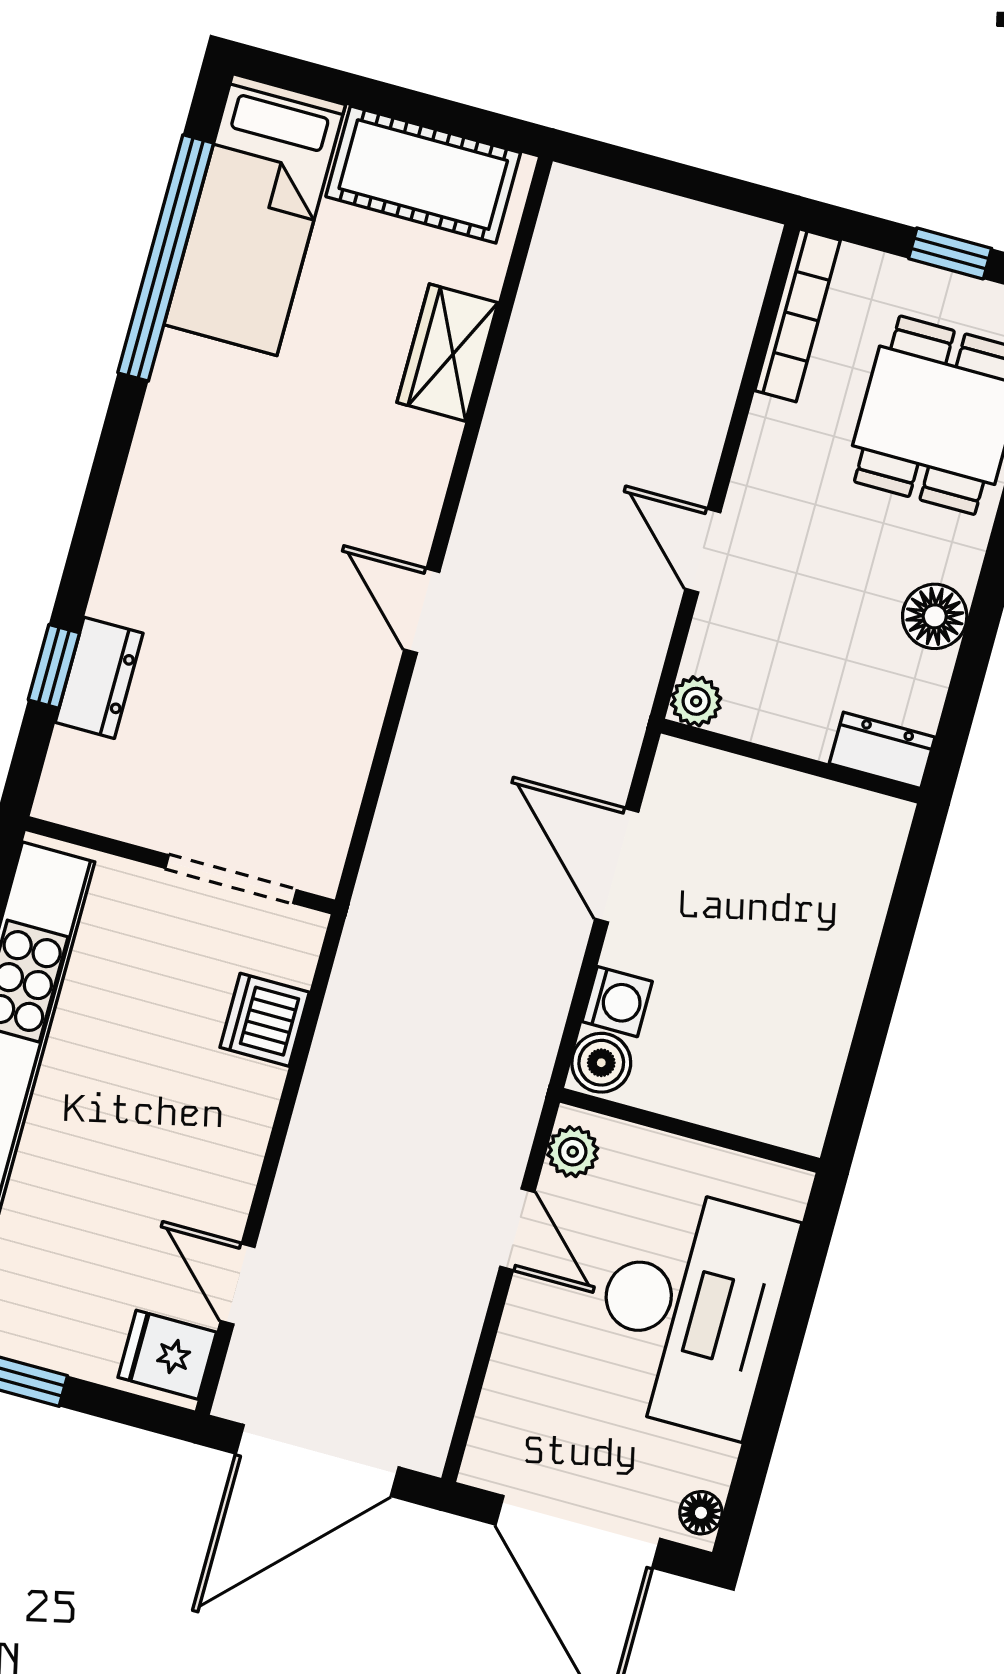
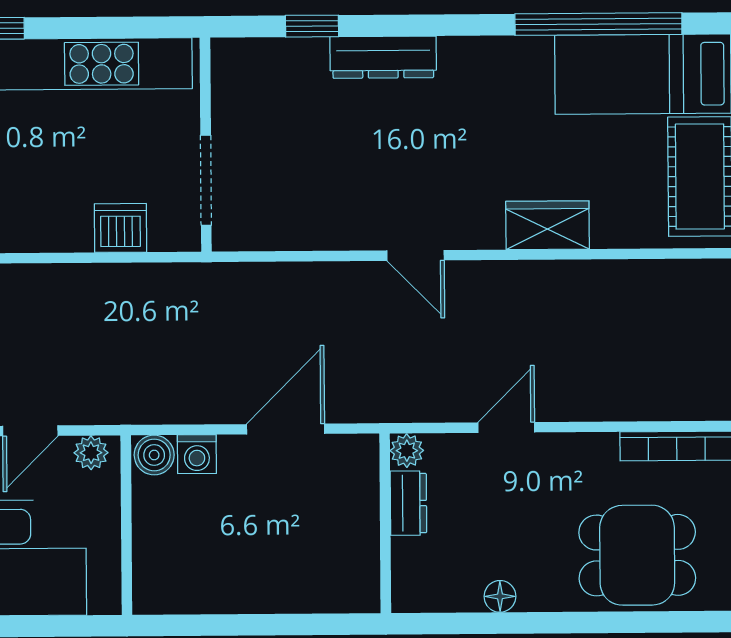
wardrobe: (447, 353) -> (547, 225), moved
door: (422, 611) -> (416, 255), swing flipped
floor lamp: (935, 616) -> (500, 596), width x0.73, depth x0.73
dresser: (99, 678) -> (383, 57), moved, width x1.44
dresser: (882, 750) -> (408, 503), moved

